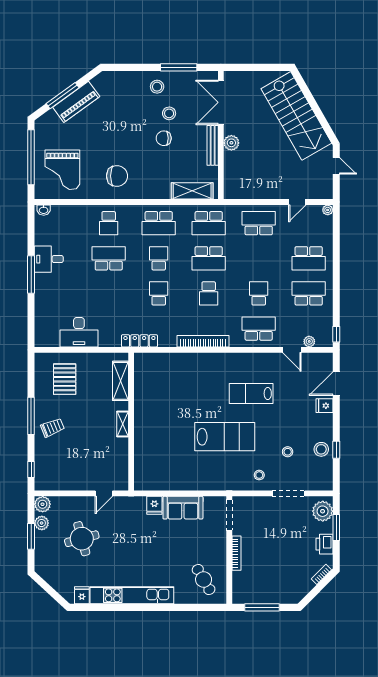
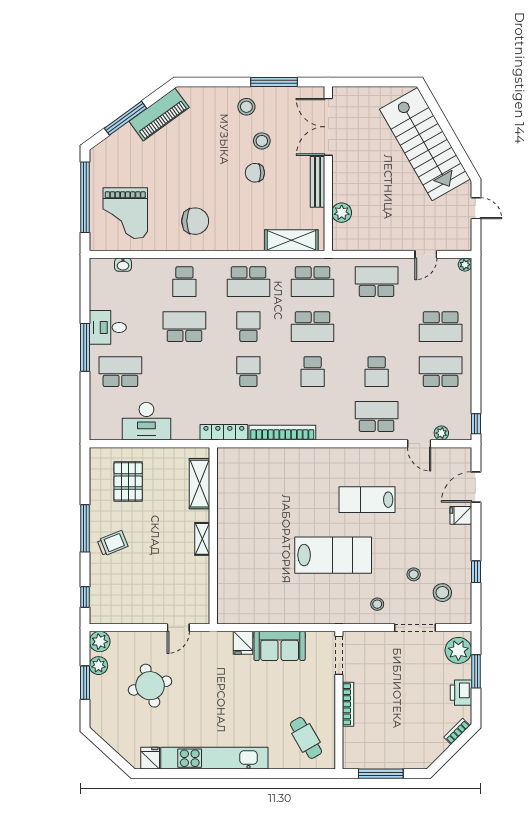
piano: (76, 102) -> (159, 114), moved
plant: (231, 143) -> (342, 213), moved
washbasin: (44, 210) -> (123, 265), moved
school desk: (59, 293) -> (120, 372), added
school desk: (259, 293) -> (377, 372), turned 180
bookcase: (203, 341) -> (282, 433), moved
stool: (321, 449) -> (442, 593), moved

